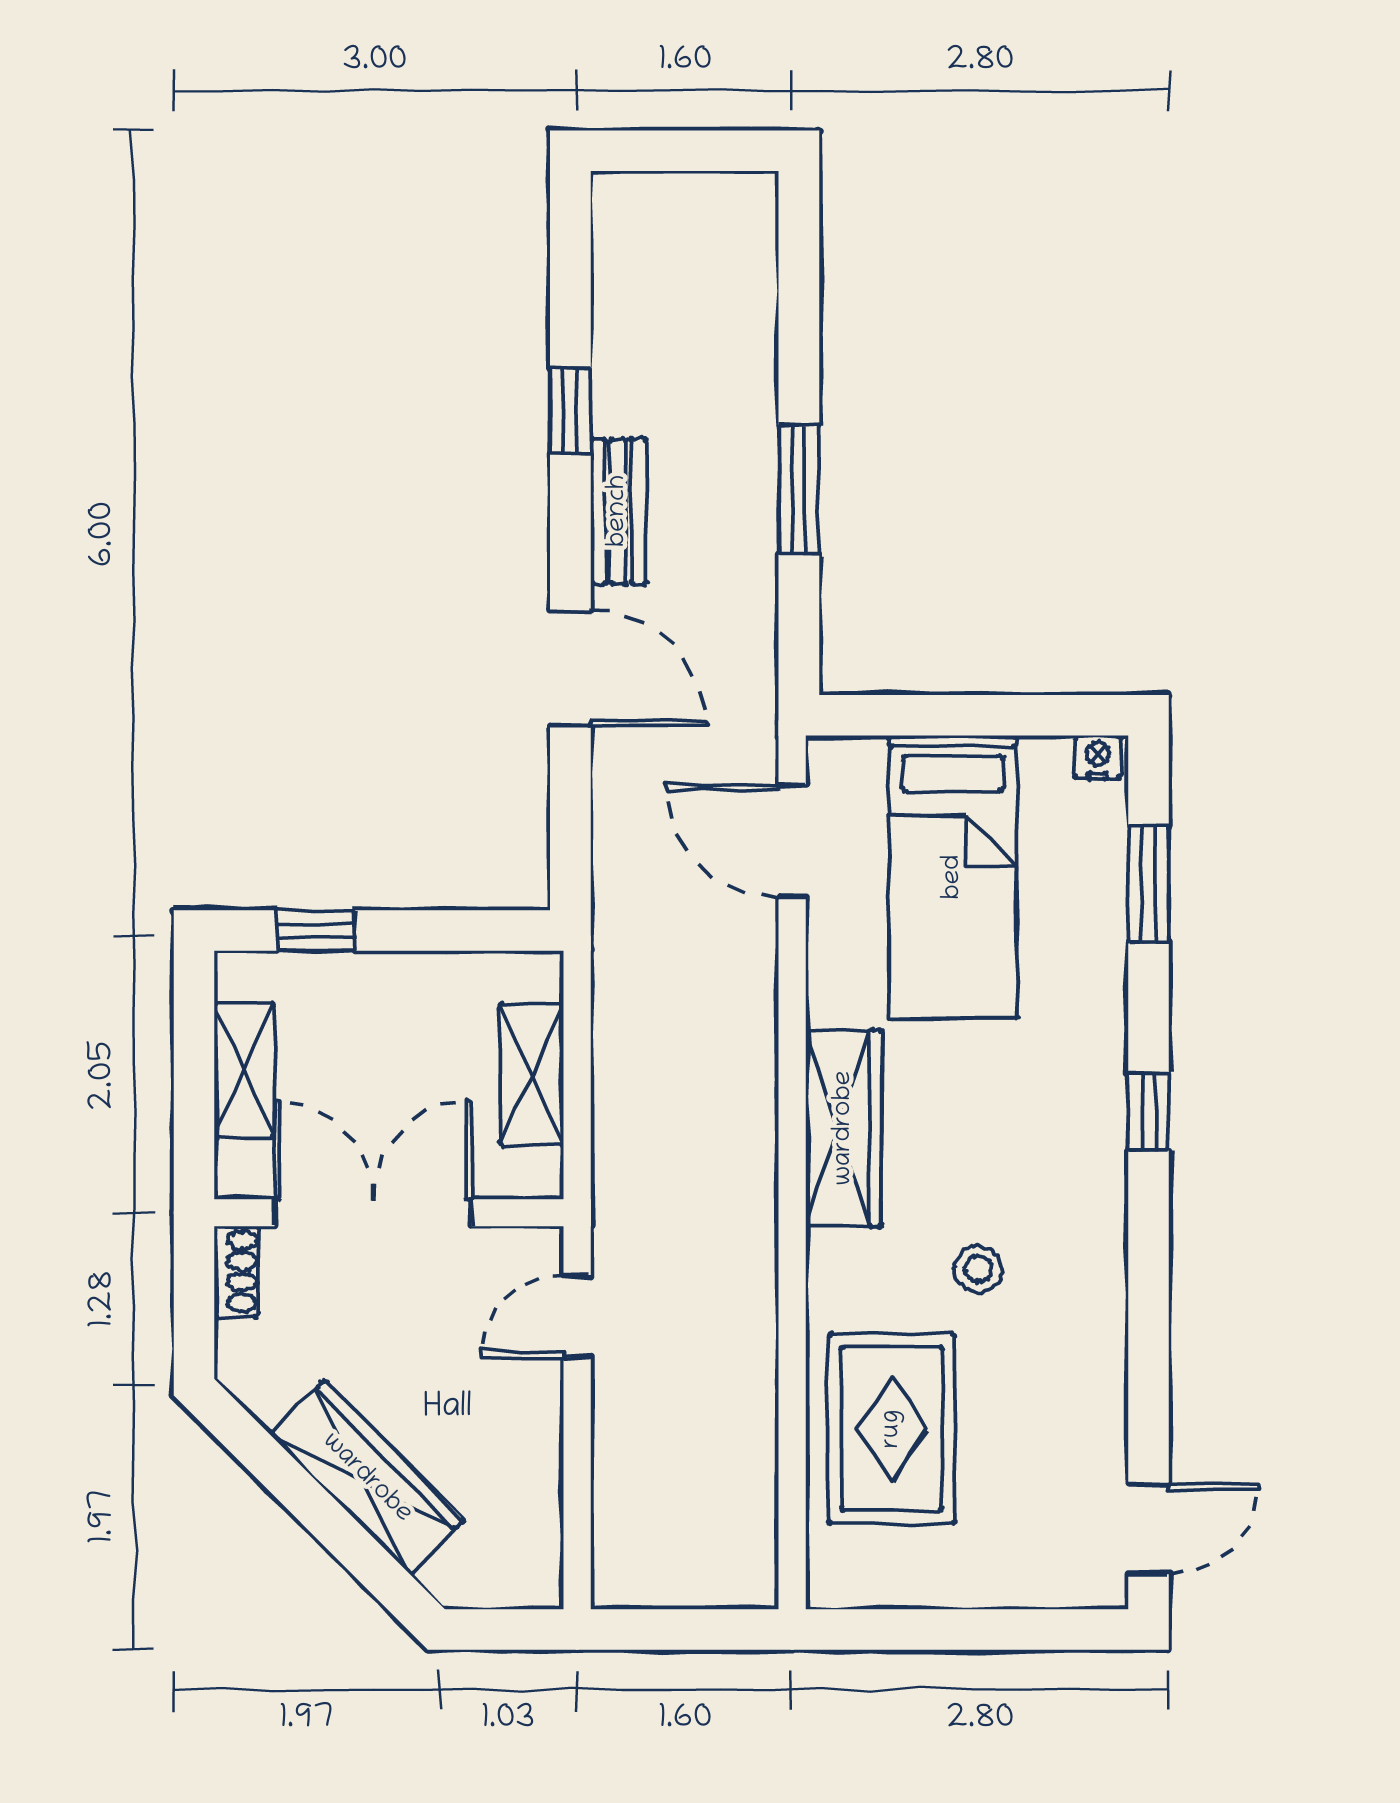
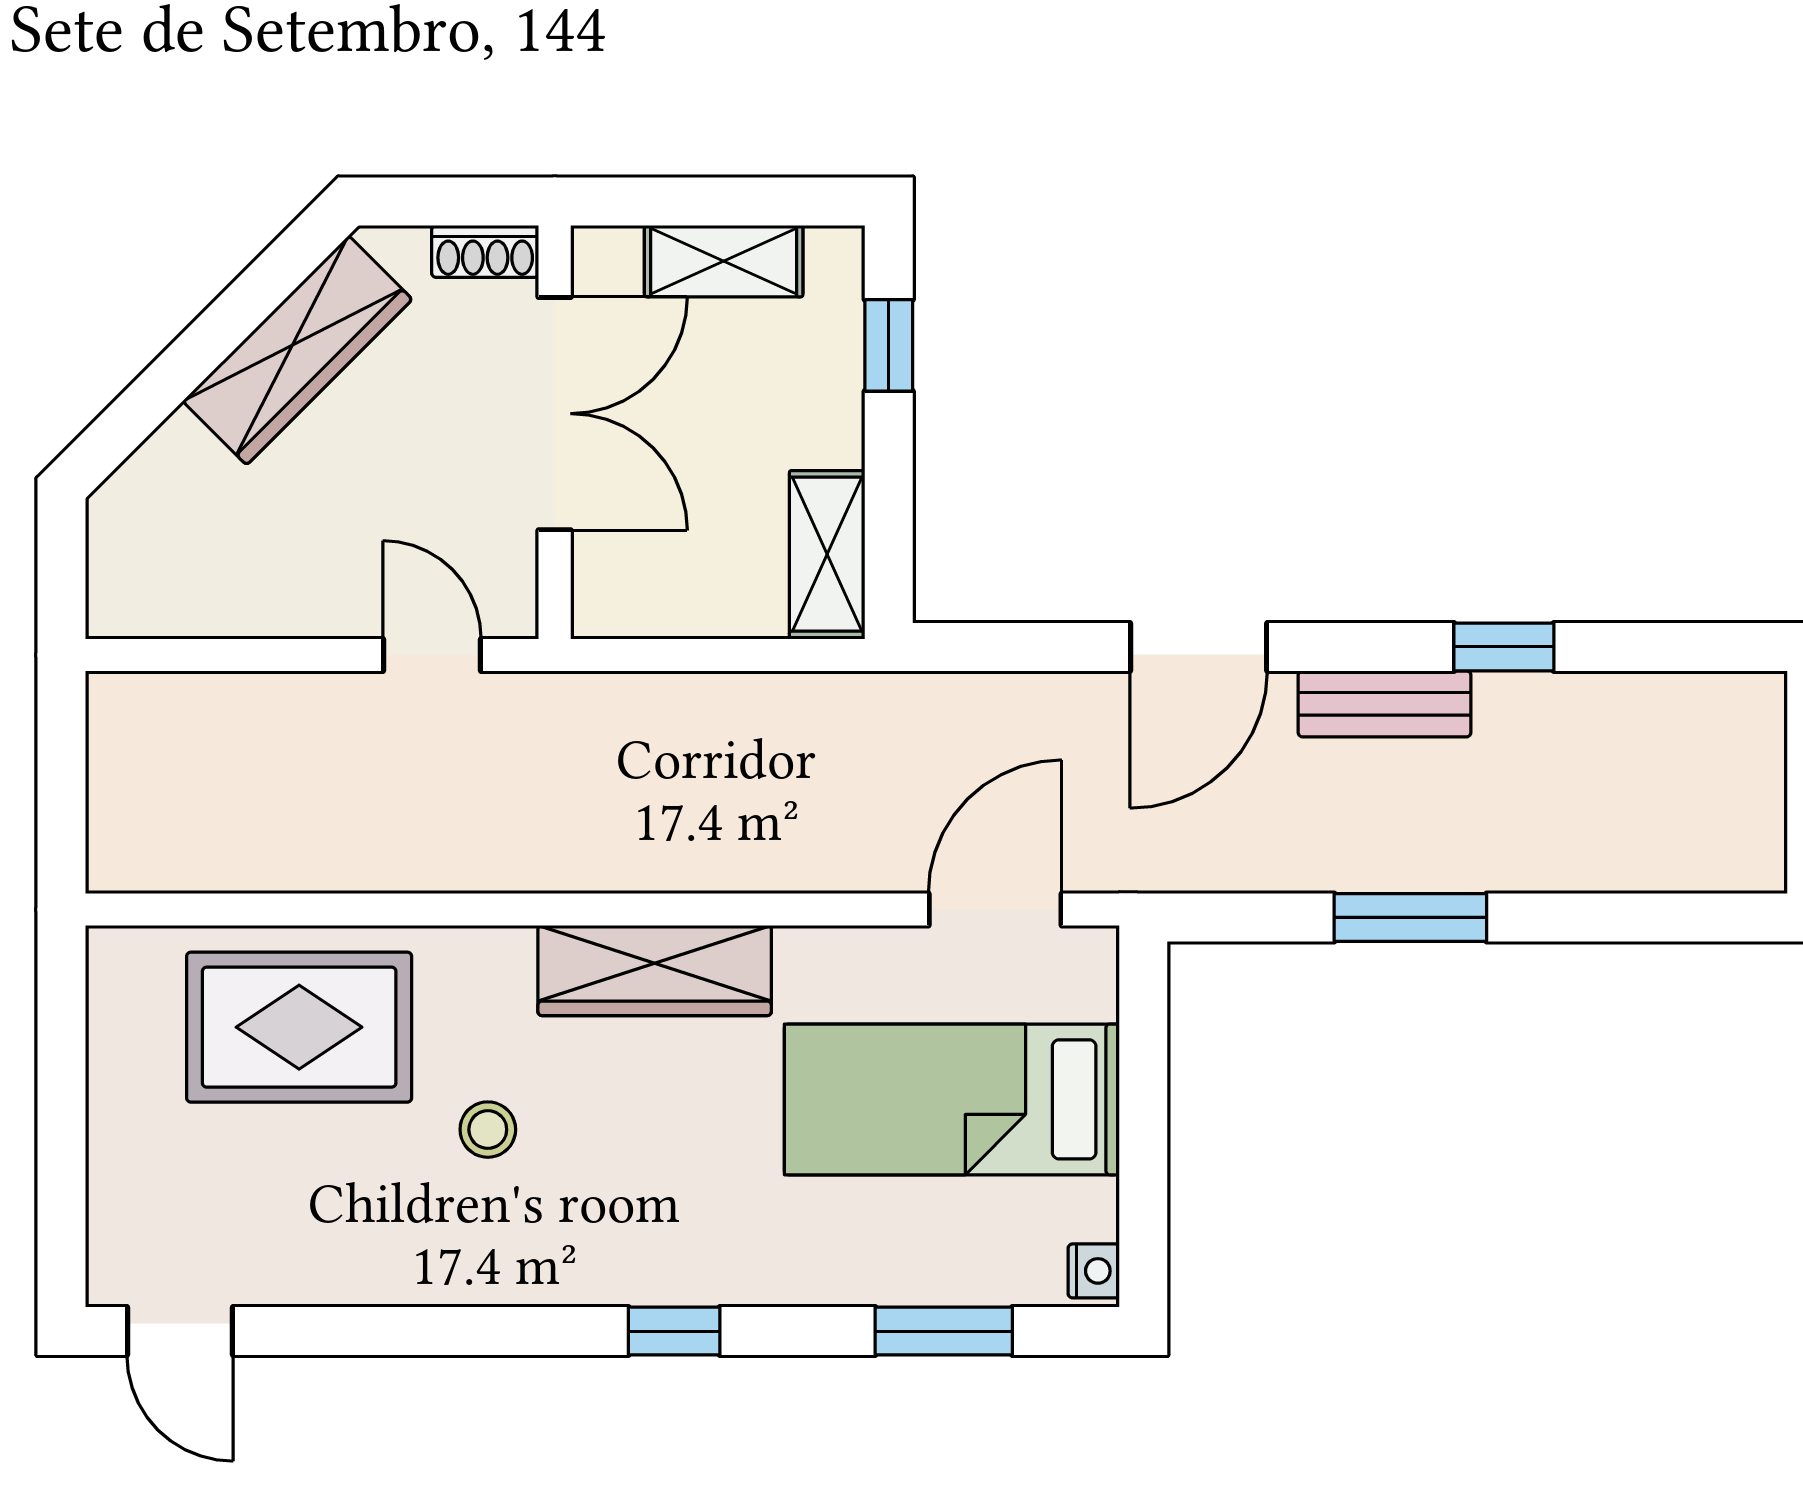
shelving: (532, 1074) -> (827, 554), moved, turned 90
wardrobe: (367, 1478) -> (297, 350), moved

